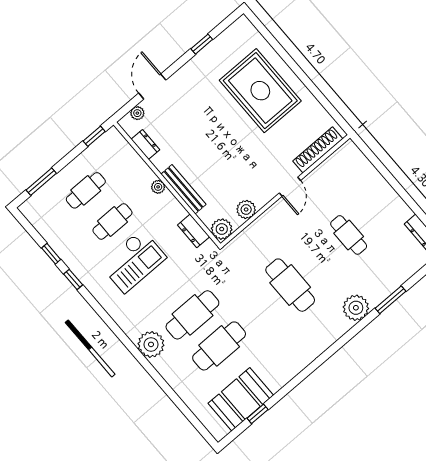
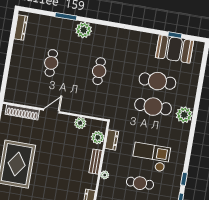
bench: (183, 189) -> (96, 162), width x0.73
plant: (222, 229) -> (98, 137), moved
cafe table: (290, 285) -> (99, 71), width x0.73, depth x0.74

